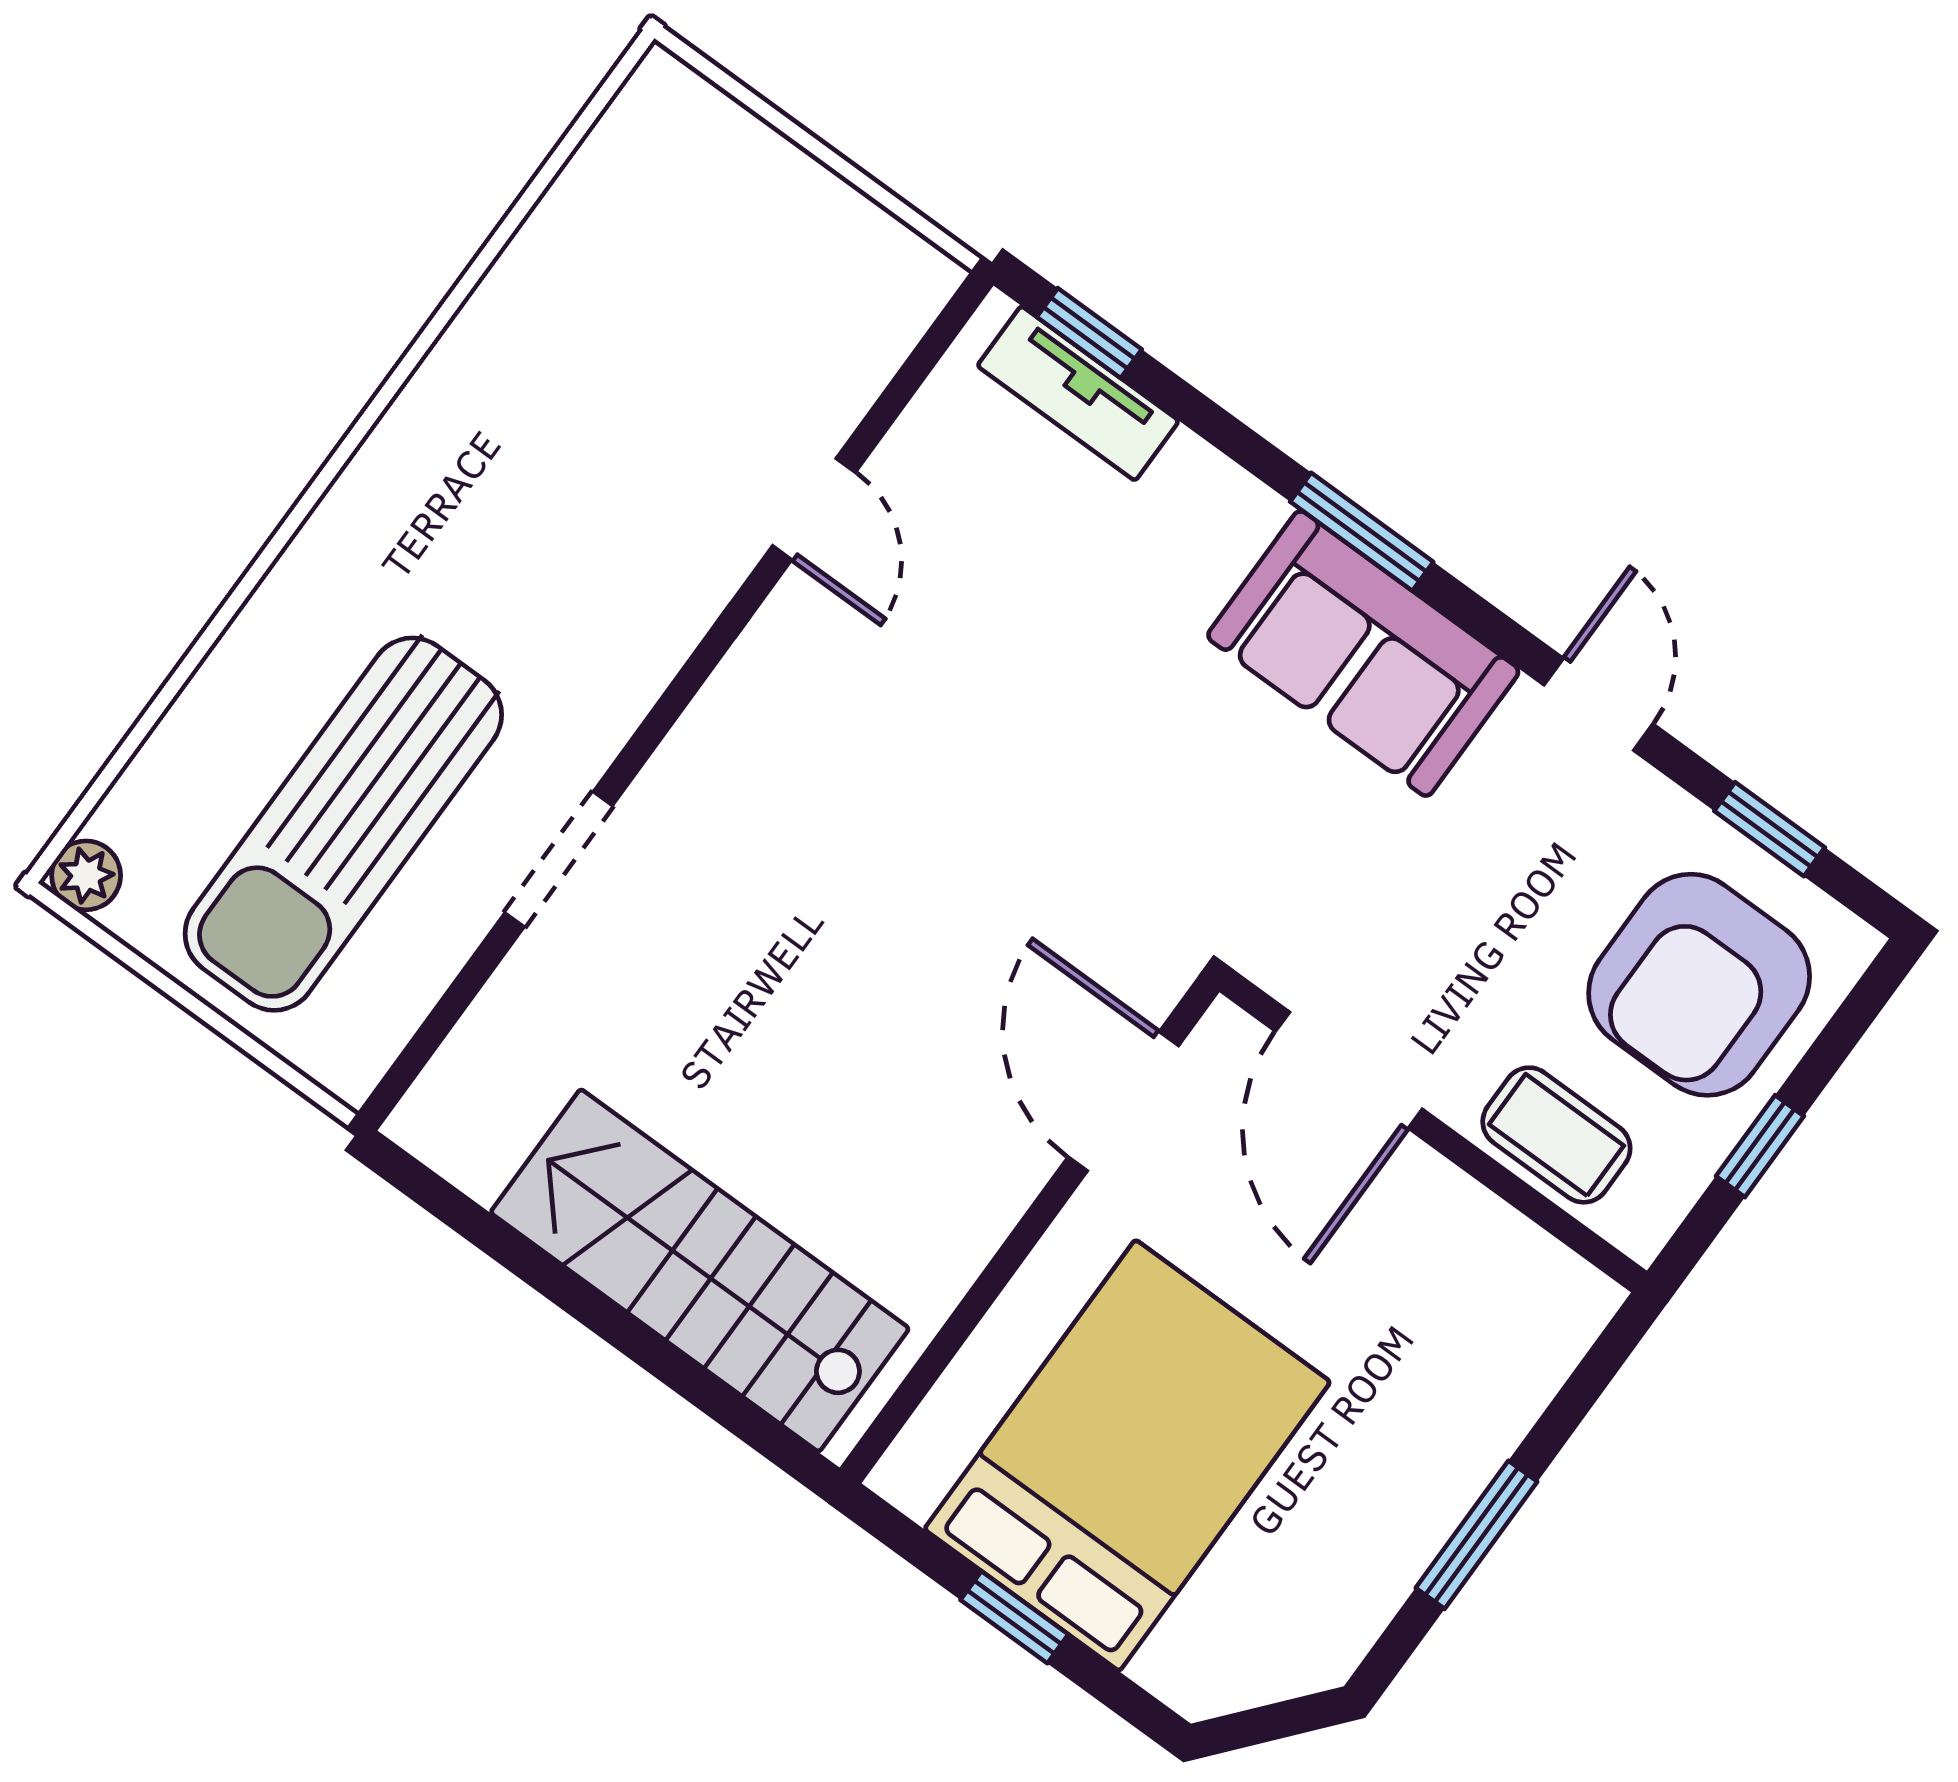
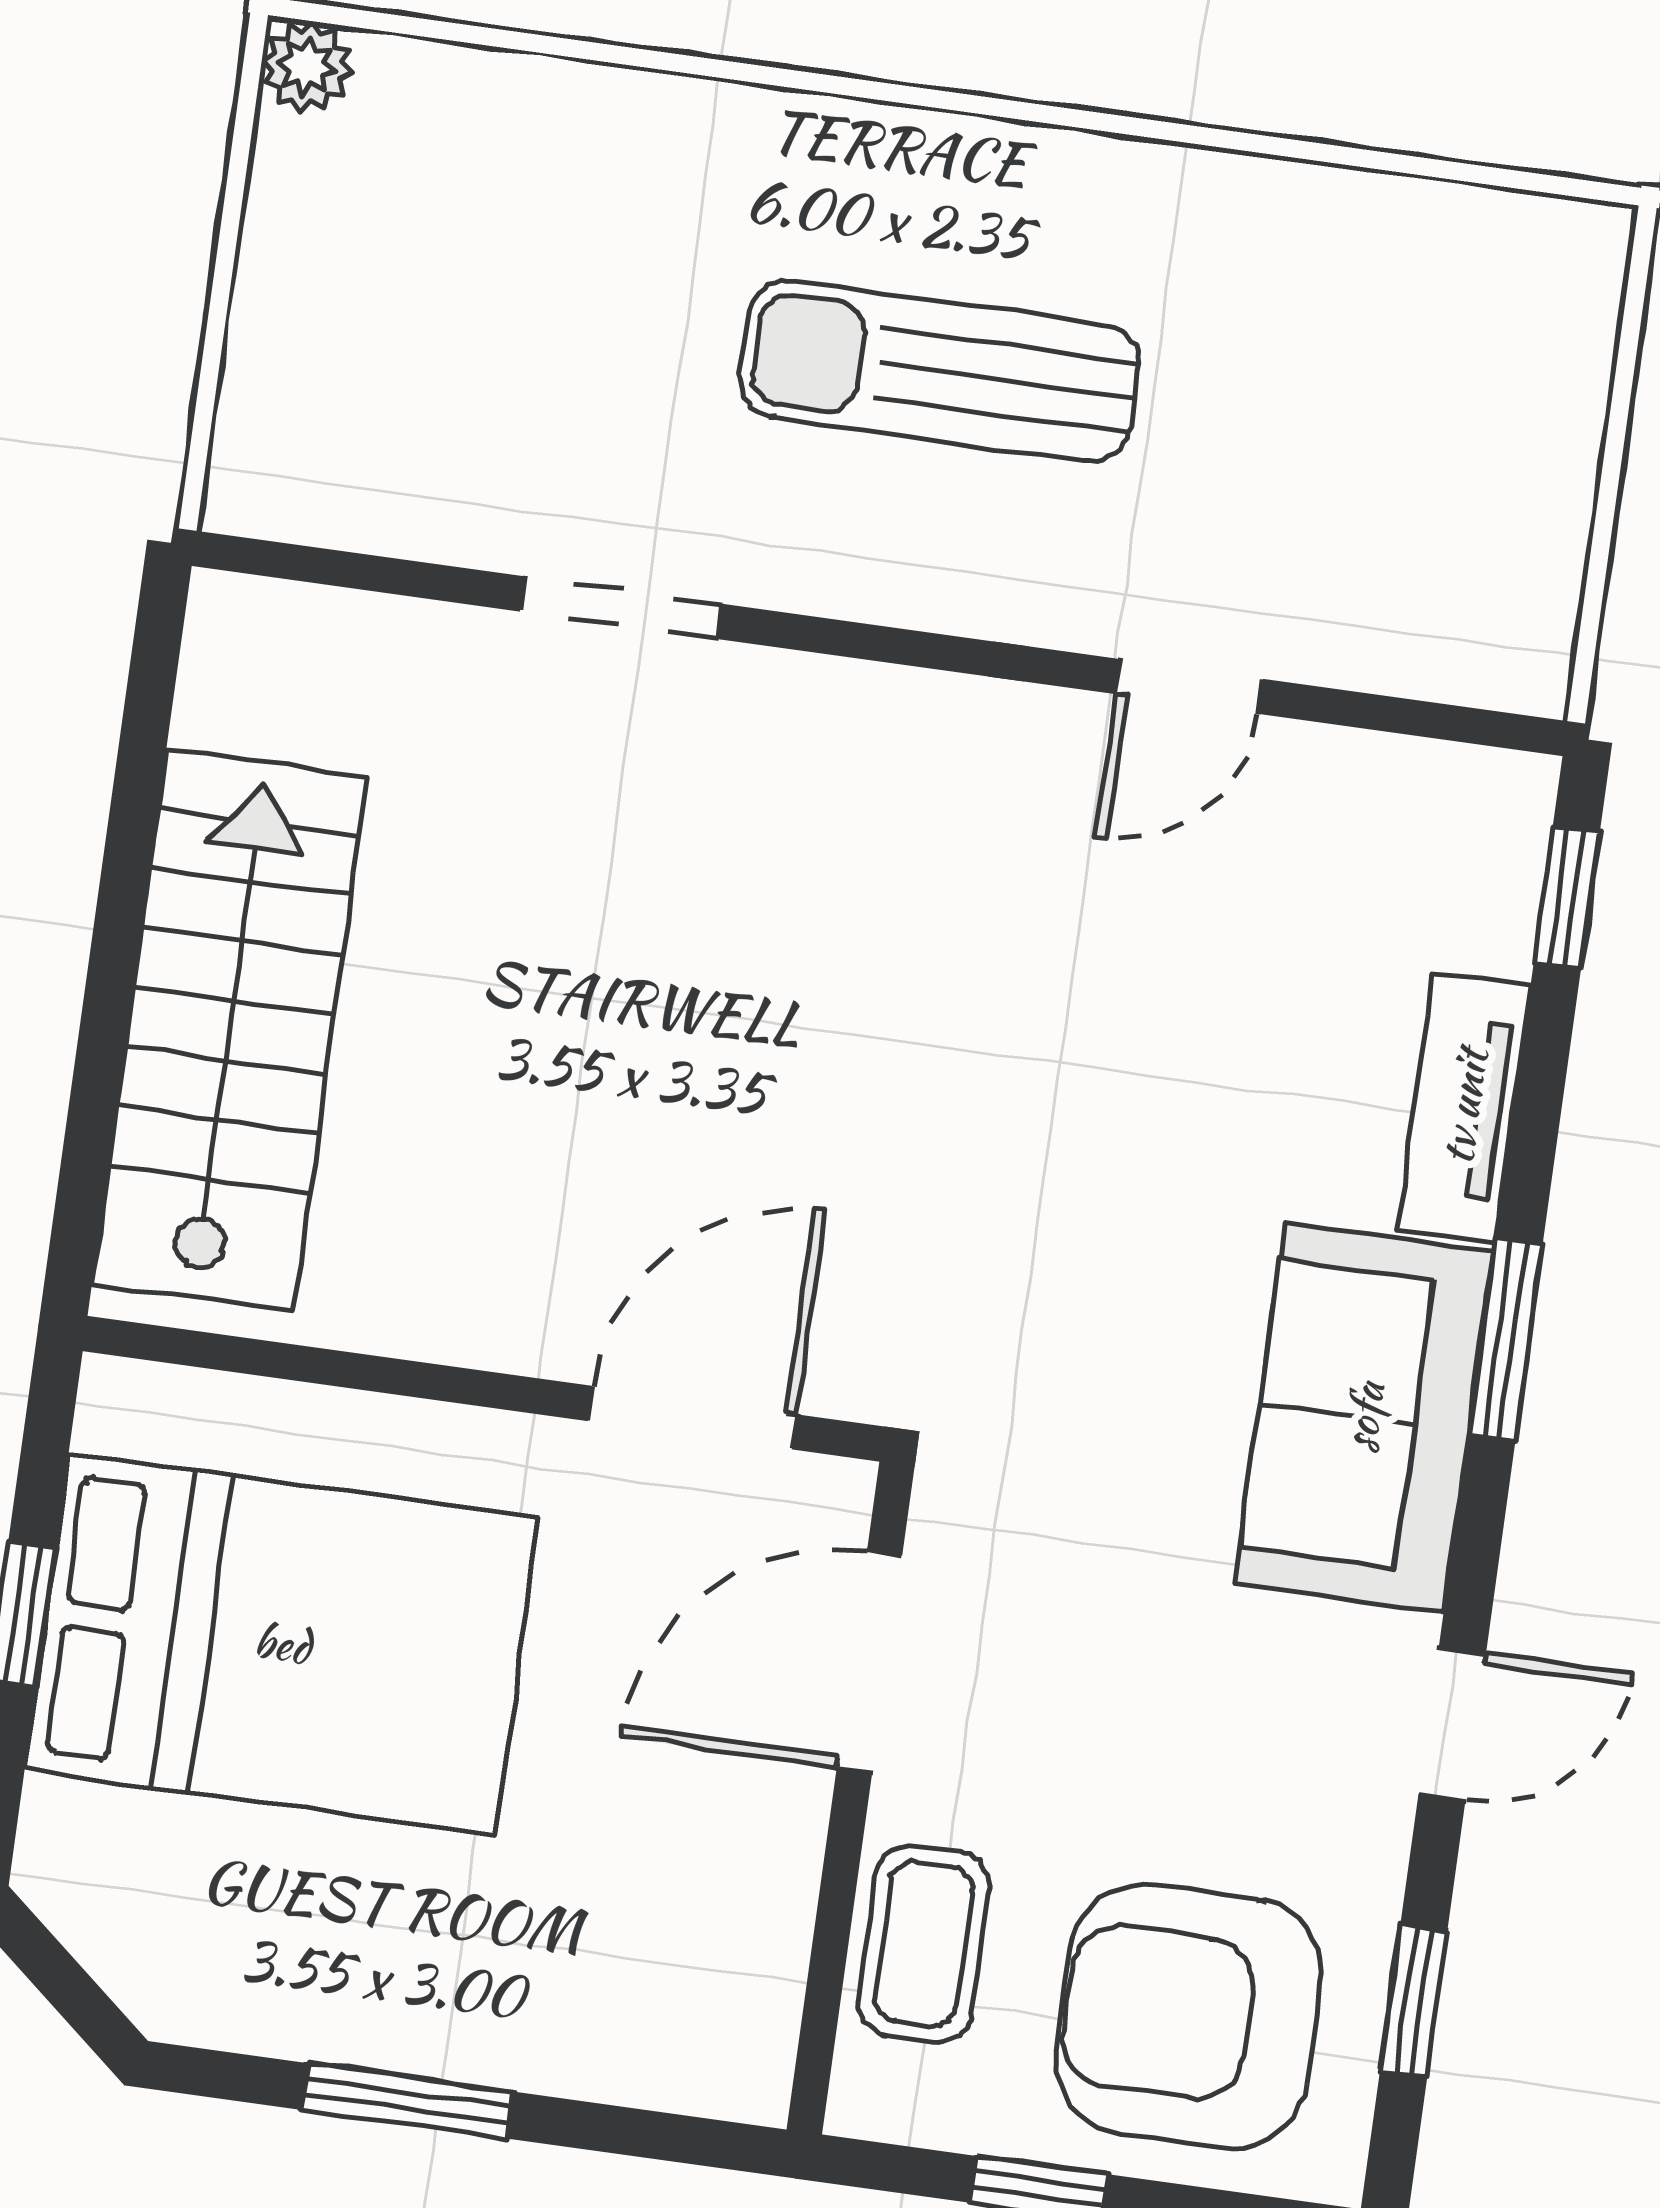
tv unit: (1078, 393) -> (1464, 1107), moved
sun lounger: (343, 824) -> (939, 371), moved, width x0.73, depth x0.75

